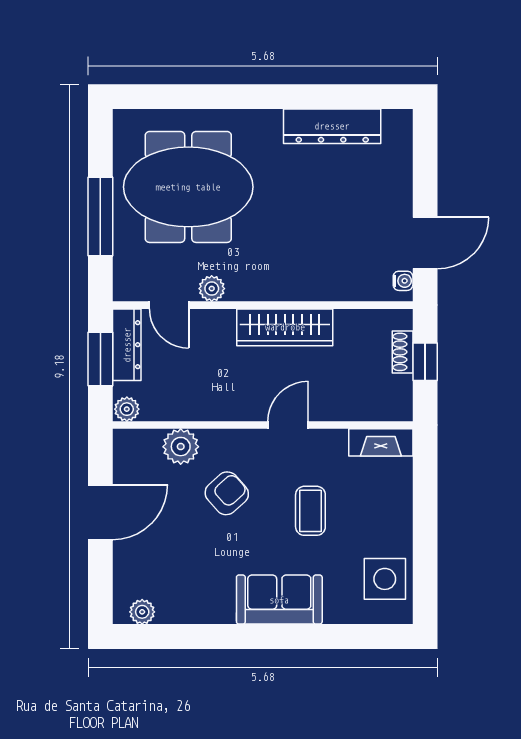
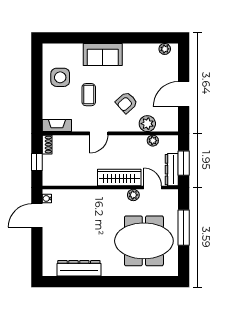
wardrobe: (285, 327) -> (119, 177), moved
shoe rack: (403, 352) -> (47, 145), moved
plant: (127, 409) -> (153, 141), moved
side table: (385, 579) -> (60, 77), moved

